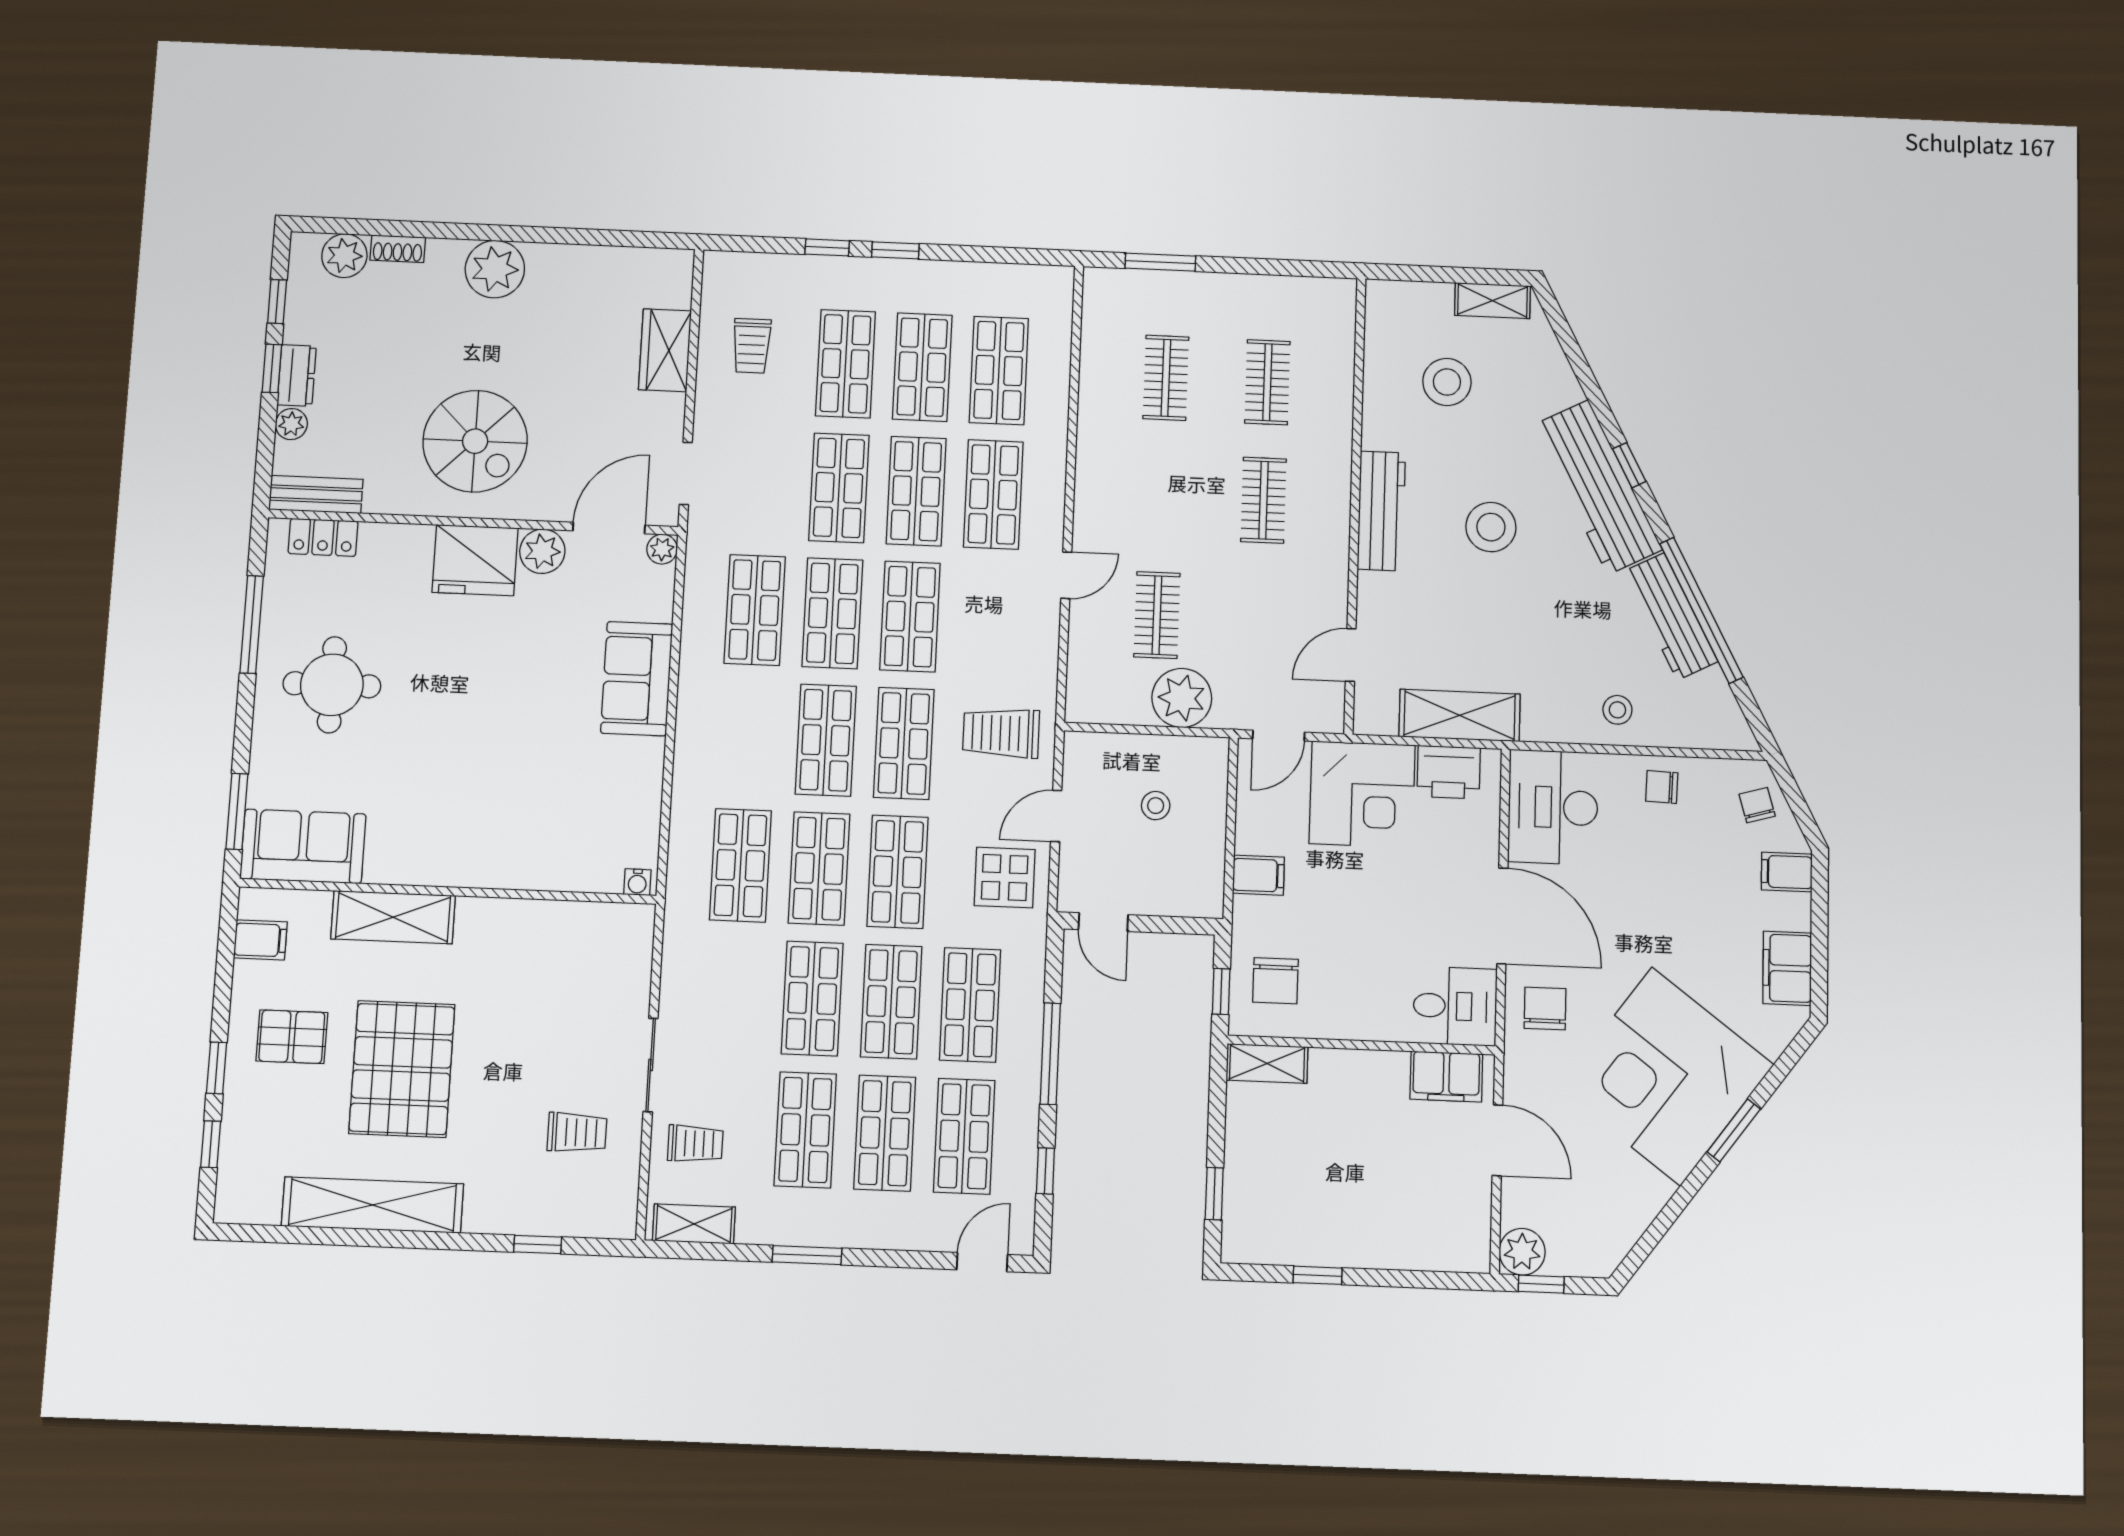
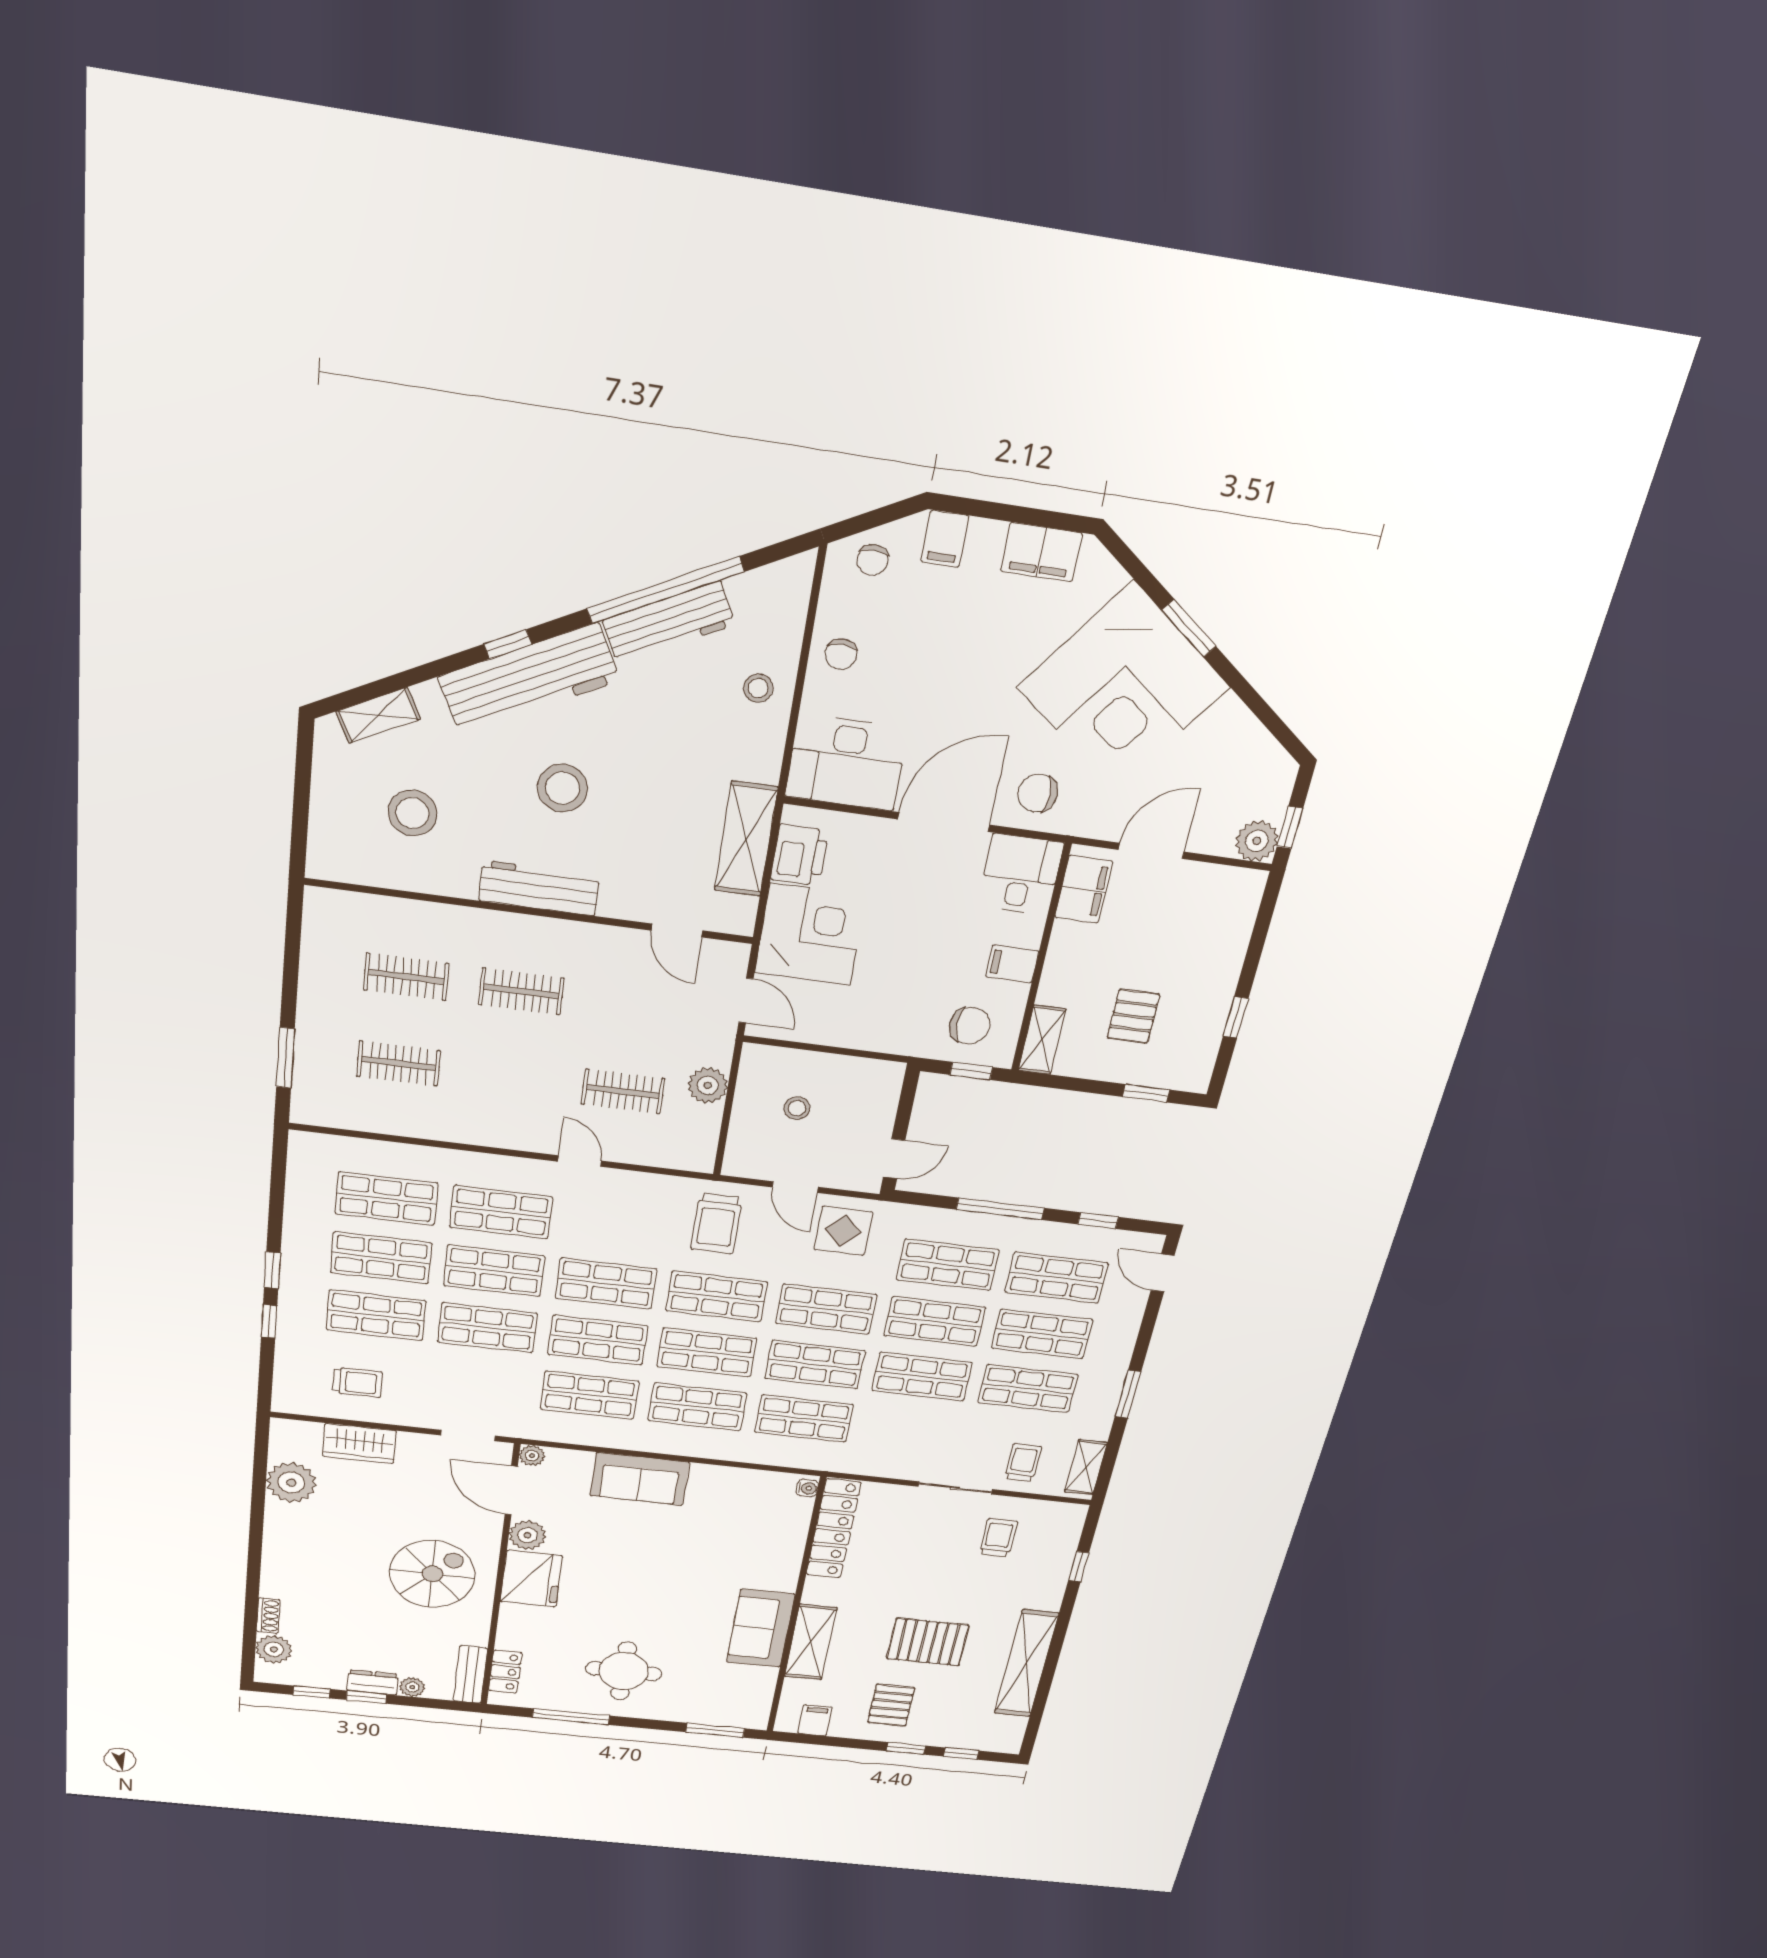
plant: (495, 269) -> (291, 1483), moved
shelving: (1492, 301) -> (378, 715), moved, turned 63
plant: (1182, 698) -> (708, 1085), width x0.73, depth x0.73
shop shelf: (748, 737) -> (697, 1407), added
chair: (1757, 805) -> (873, 560), turned -74
sofa: (303, 846) -> (761, 1628), moved
filing cabinet: (1258, 875) -> (1012, 964), moved, turned -90
locker: (577, 923) -> (833, 1529), added
pallet: (402, 1069) -> (928, 1642), width x0.73, depth x0.71
pallet: (1306, 1160) -> (1133, 1016), added

